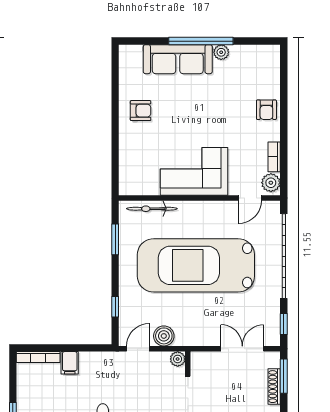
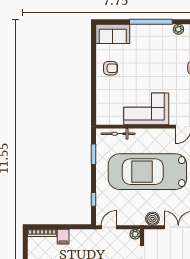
plant: (221, 52) -> (178, 29), moved
sofa: (178, 59) -> (113, 34), moved, width x0.73
boiler: (164, 336) -> (152, 219), moved

